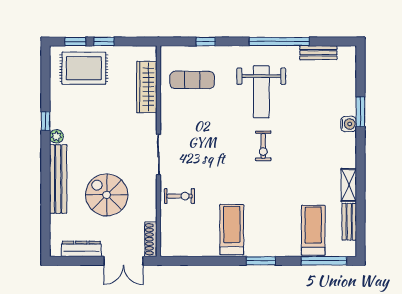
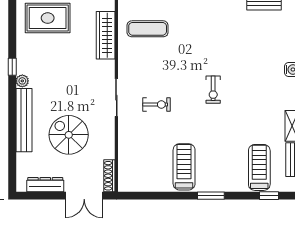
weight bench: (261, 92) -> (211, 40), removed
exercise bike: (179, 196) -> (156, 104), moved
window: (324, 261) -> (269, 196), width x0.46

